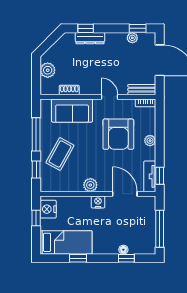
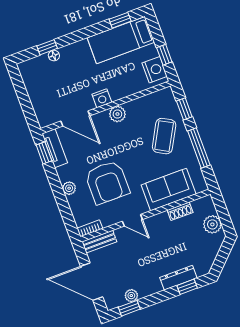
armchair: (118, 134) -> (107, 182), turned 180
window: (160, 229) -> (22, 94), removed
window: (78, 258) -> (120, 20), moved

